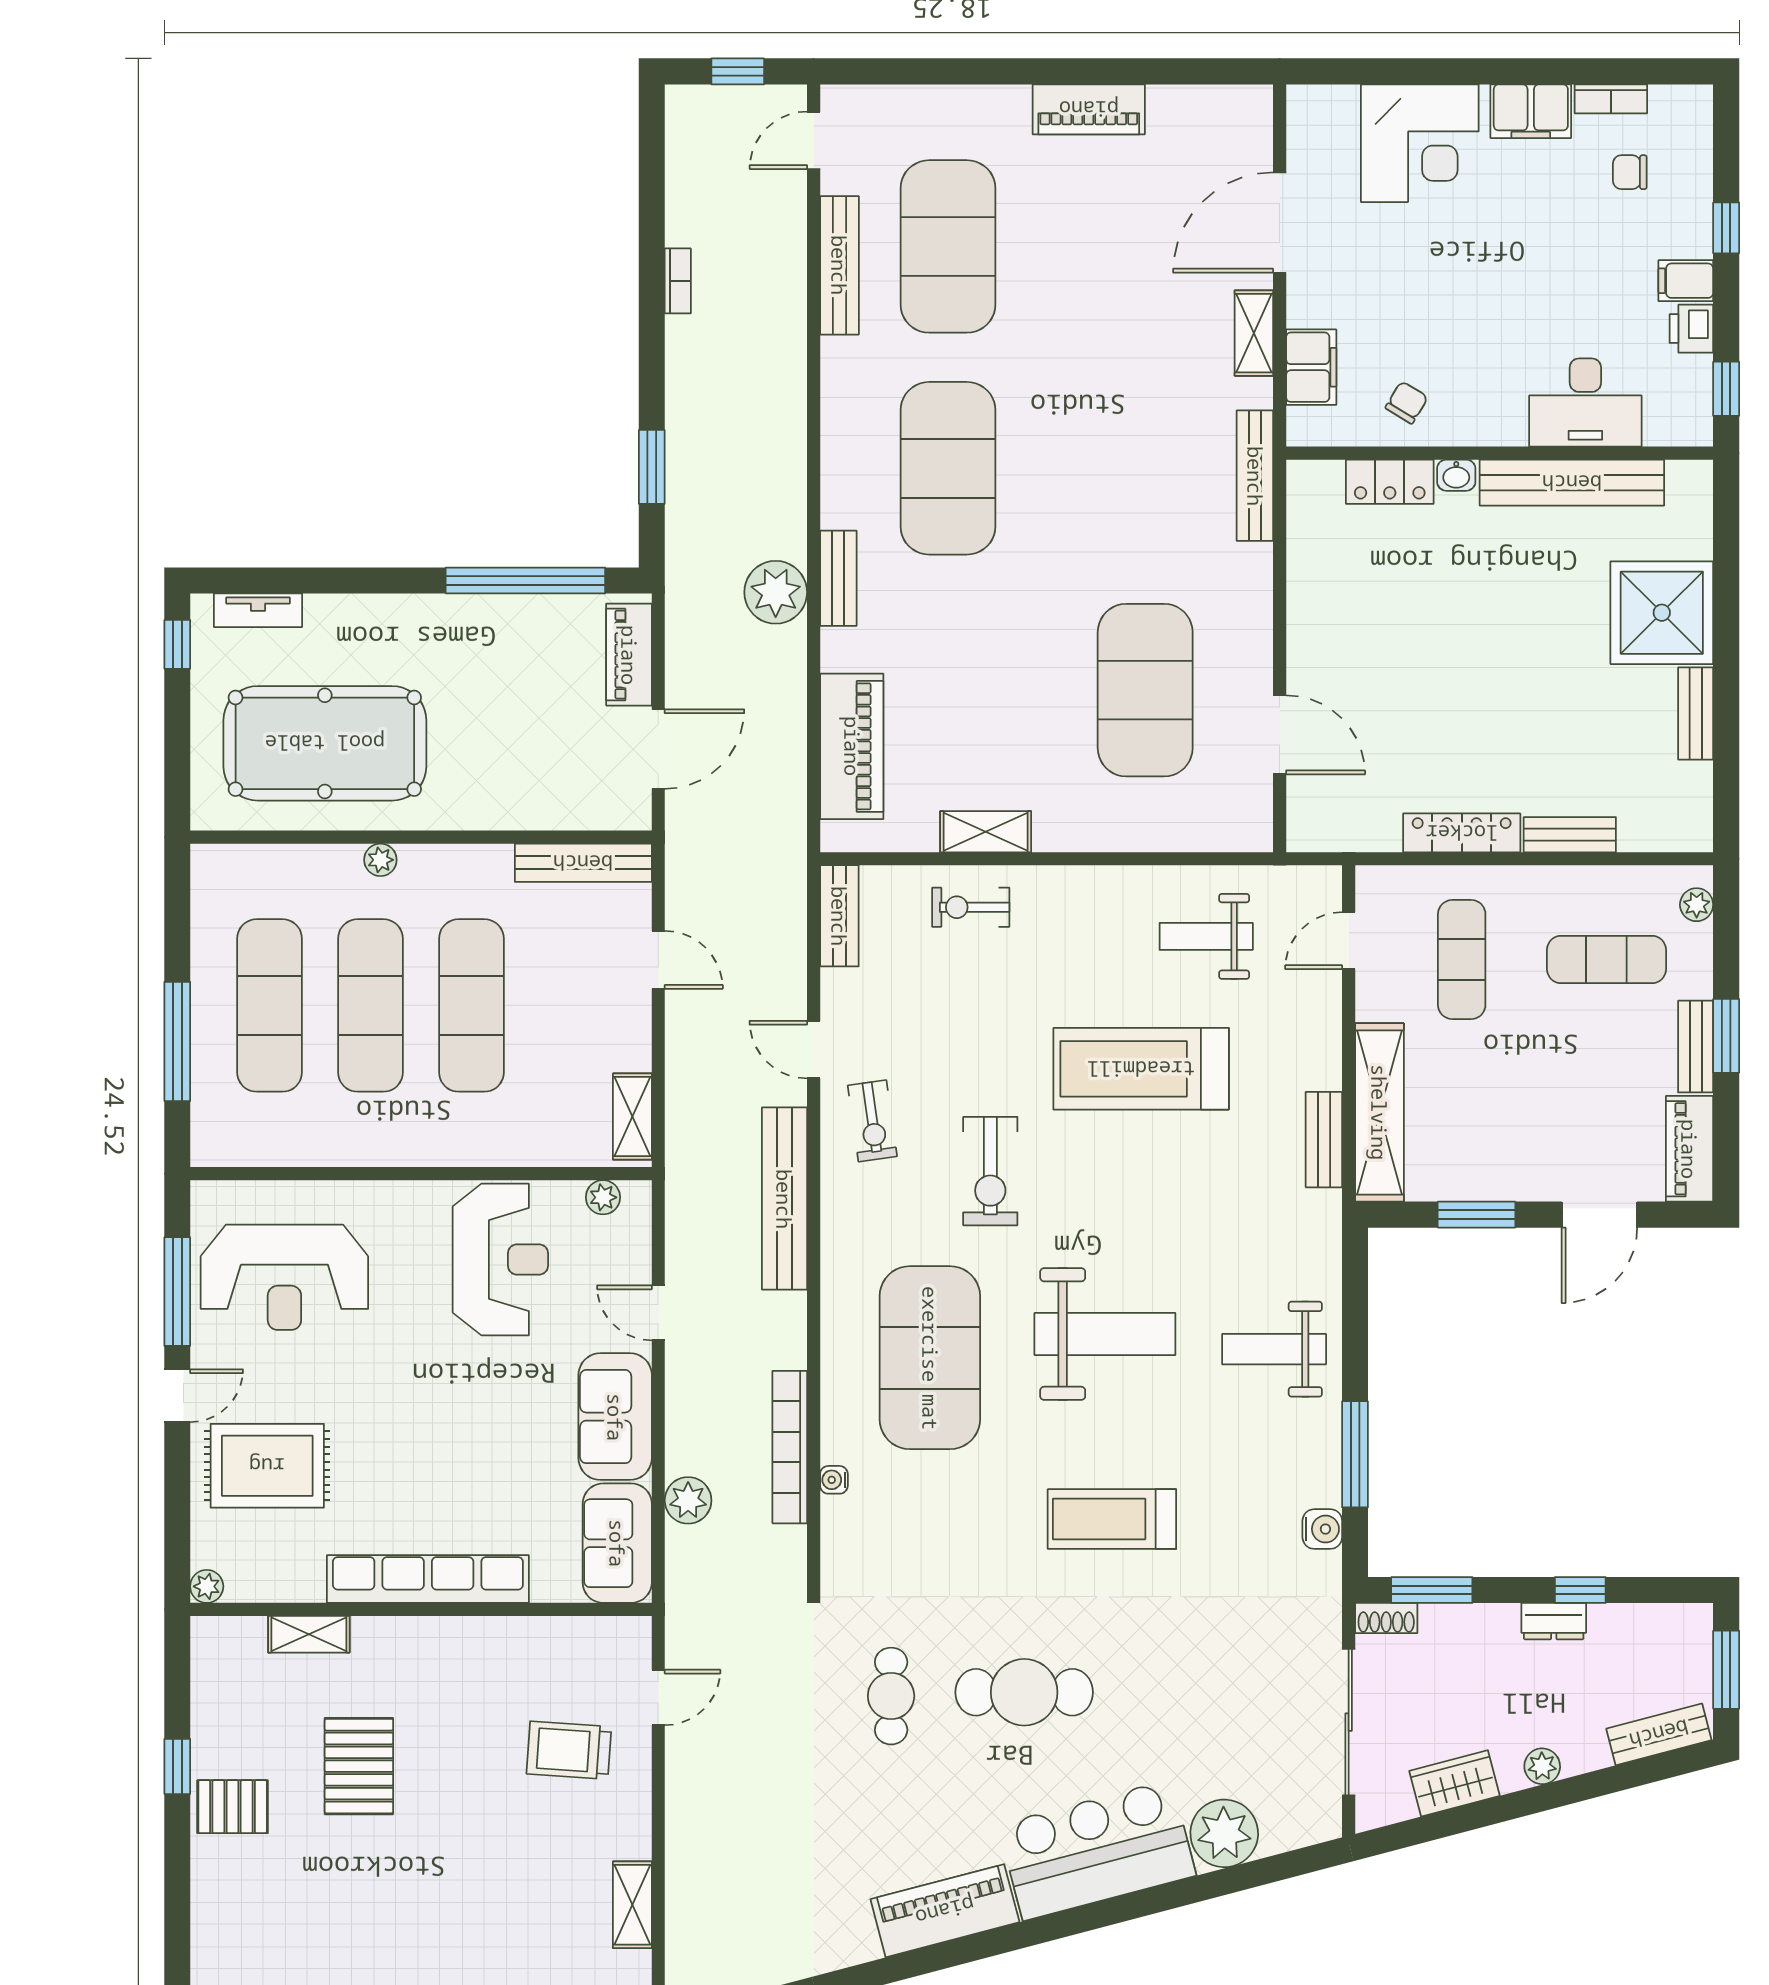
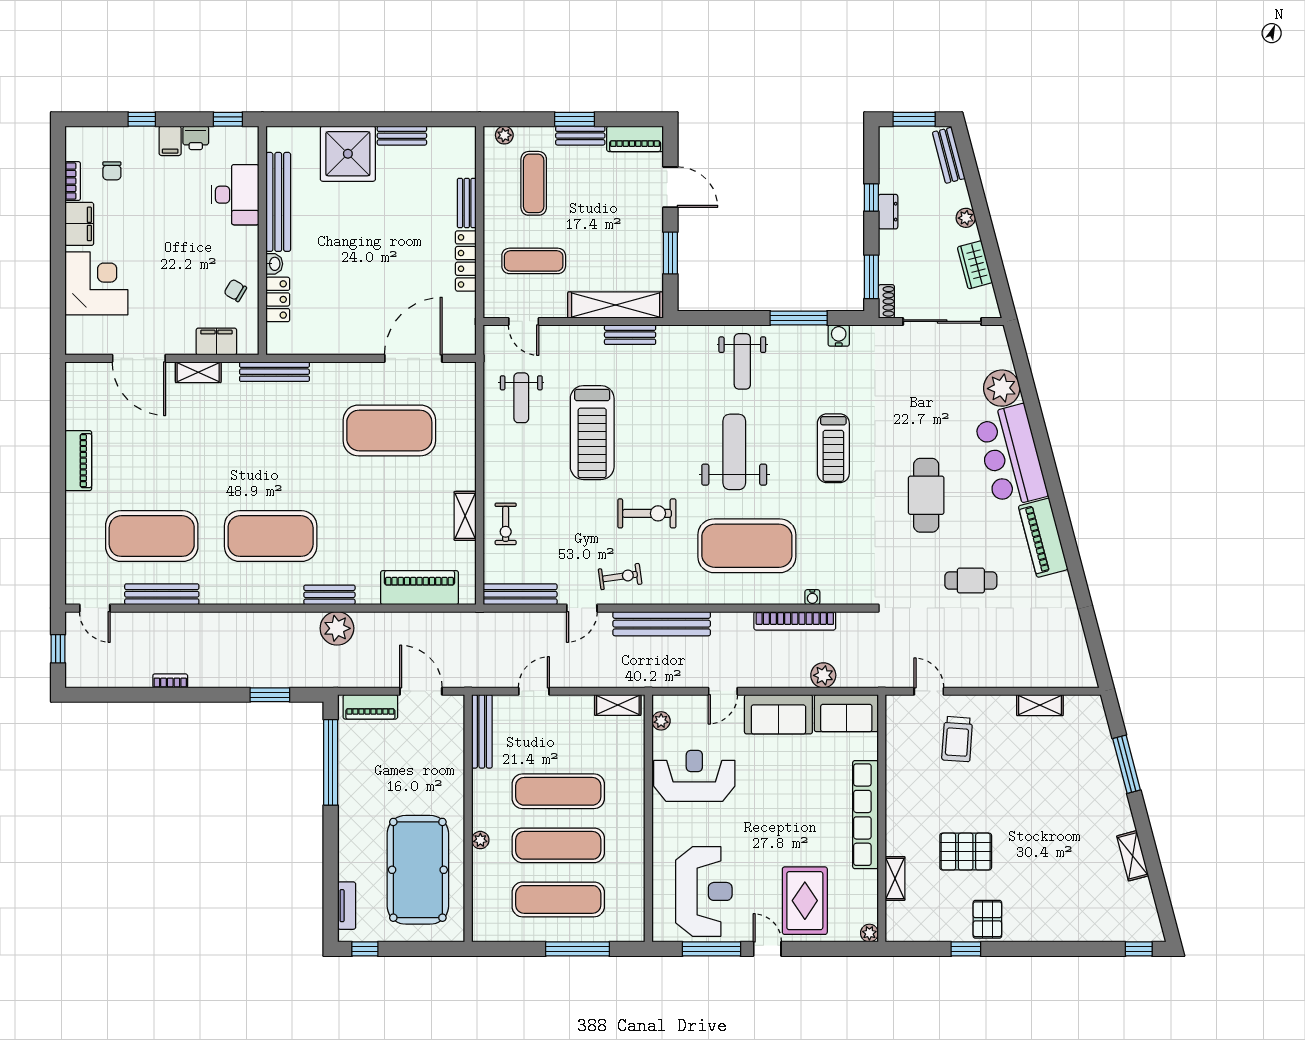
door: (1280, 735) -> (413, 358), width x1.36
bench: (839, 916) -> (520, 594), width x1.36
cafe table: (891, 1696) -> (971, 581), moved

